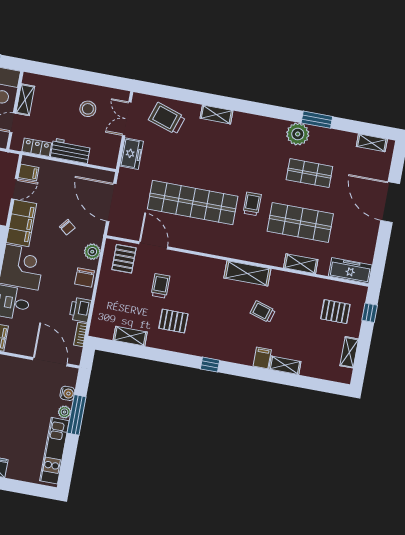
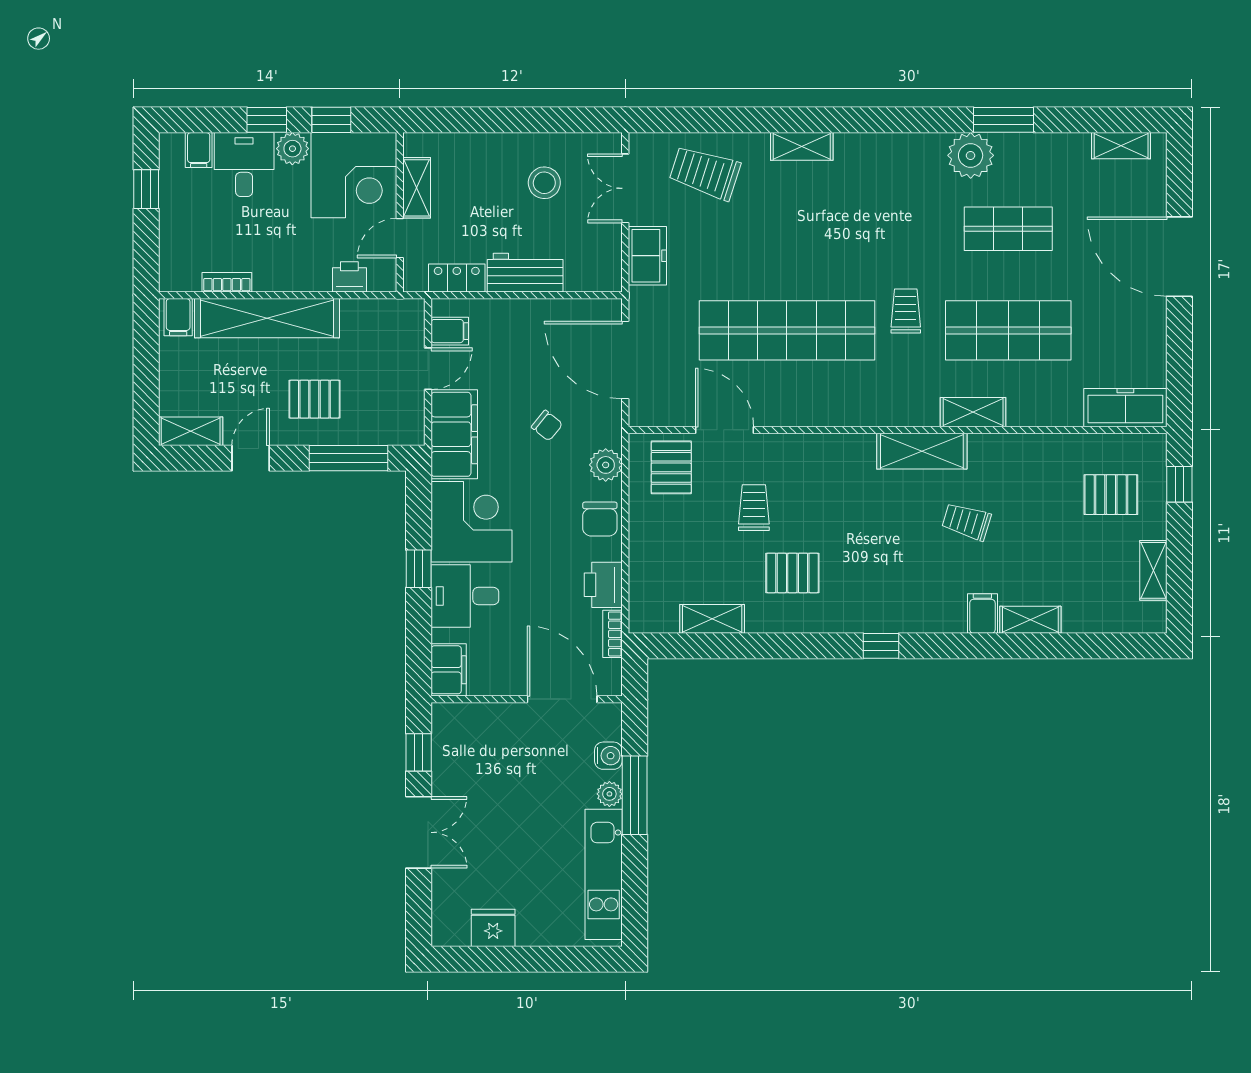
shelving: (301, 264) -> (973, 412), moved

